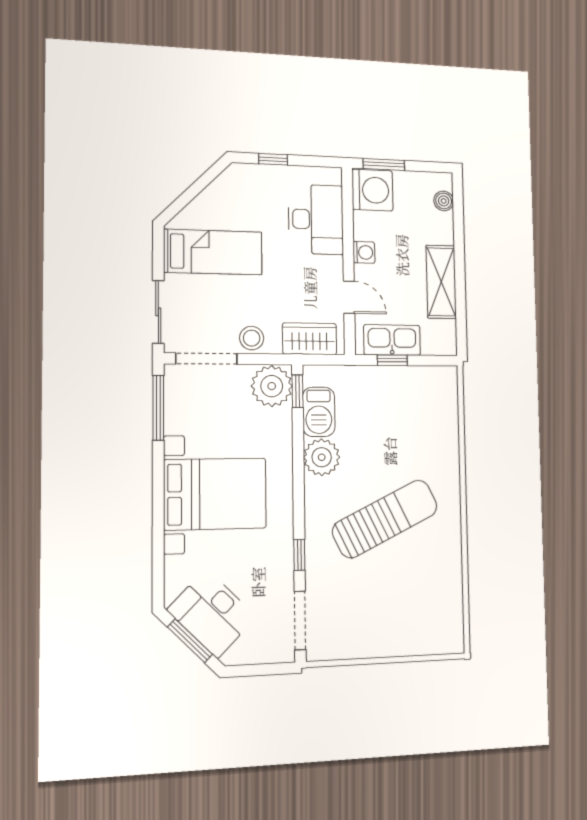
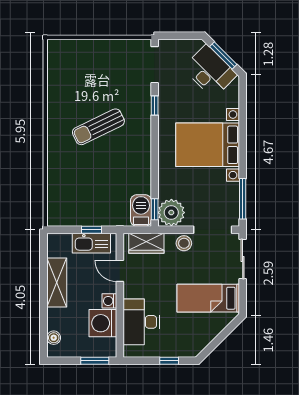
washing machine: (372, 190) -> (103, 323), moved
barbecue: (319, 412) -> (141, 211), moved
plant: (322, 457) -> (139, 167), removed
sun lounger: (385, 519) -> (98, 127), width x0.73, depth x0.75

